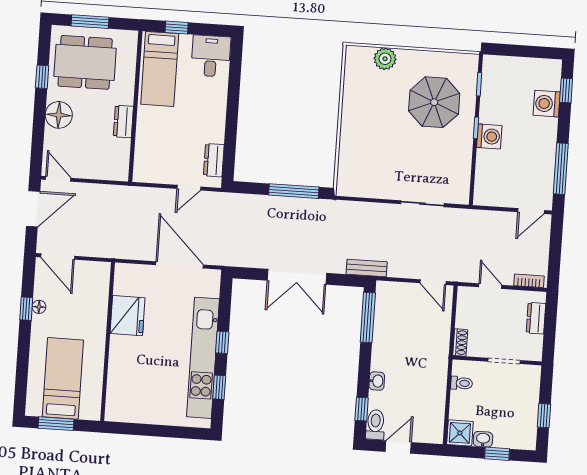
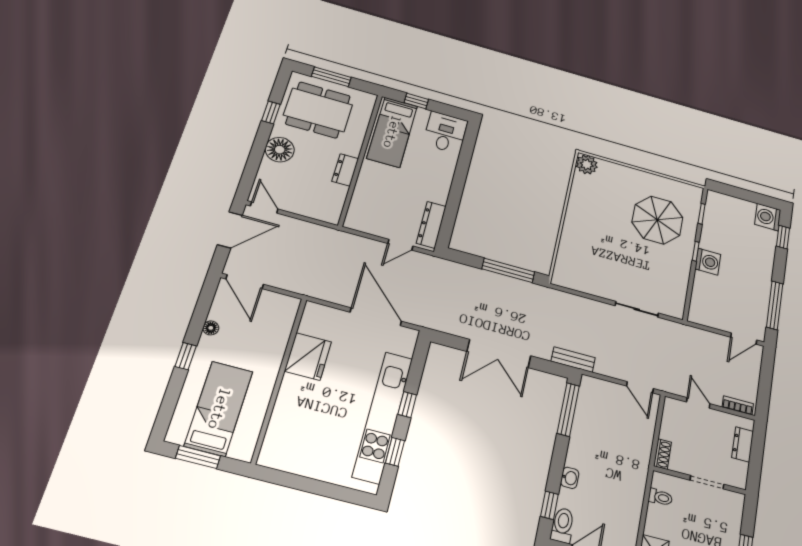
plant: (385, 59) -> (587, 164), moved
washing machine: (547, 104) -> (768, 217), moved
dresser: (214, 160) -> (431, 225), width x1.44
window: (26, 309) -> (186, 356), moved

